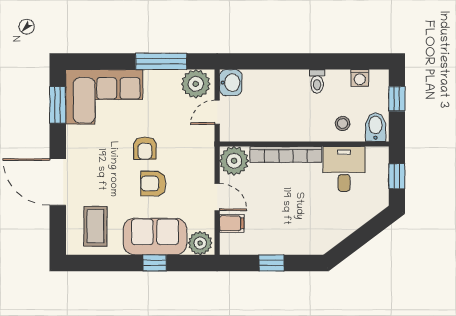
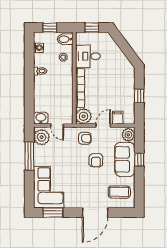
armchair: (145, 148) -> (85, 138), moved

